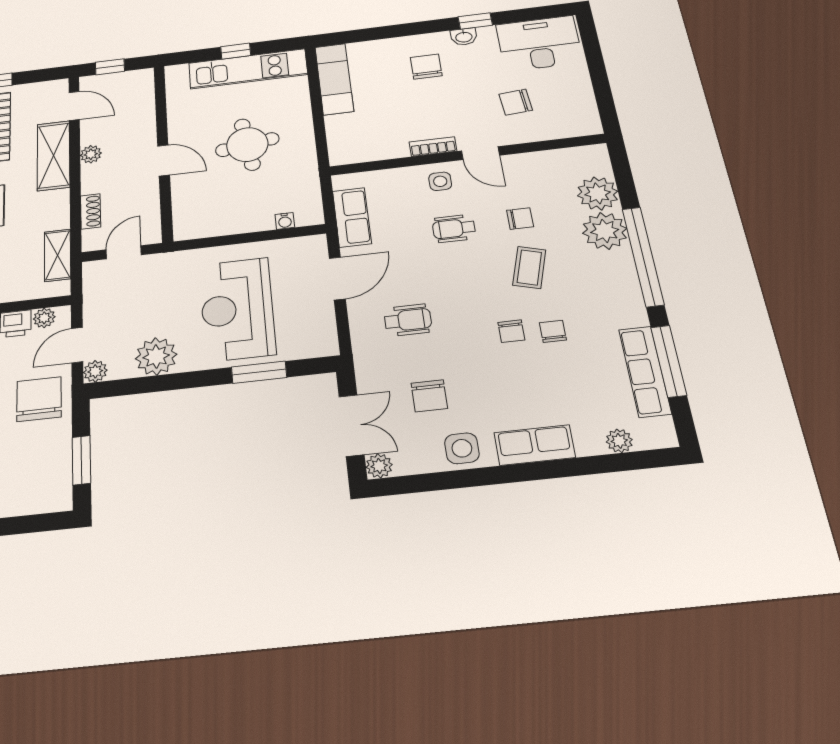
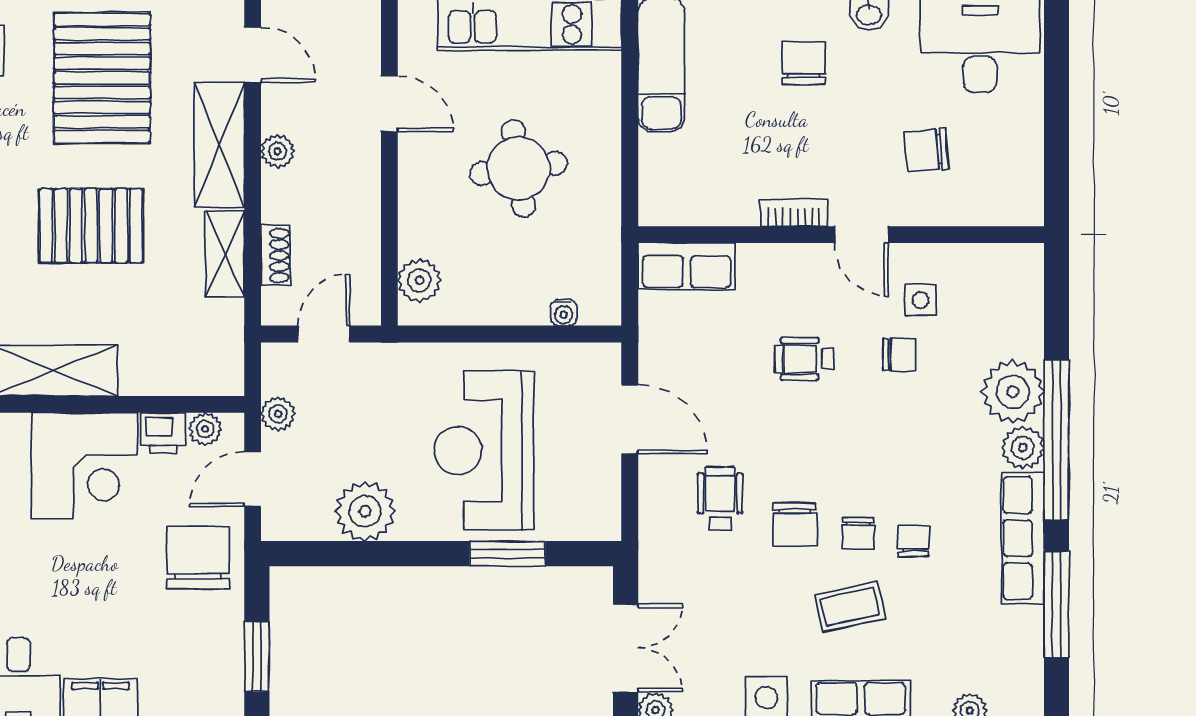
door: (164, 160) -> (389, 104), moved
side table: (440, 181) -> (920, 300), moved
plant: (598, 193) -> (1023, 448), moved, width x0.73, depth x0.73
plant: (186, 214) -> (419, 280), added
row of seats: (352, 217) -> (687, 266), moved, turned 90
shelving: (58, 255) -> (225, 254), moved
coffee table: (529, 267) -> (850, 607), moved, turned 62
door: (337, 278) -> (630, 419), hinge flipped
wheelchair: (408, 320) -> (720, 498), turned -90
plant: (95, 371) -> (278, 414), moved
row of seats: (645, 371) -> (1023, 538), moved
chair: (429, 396) -> (795, 525), moved

